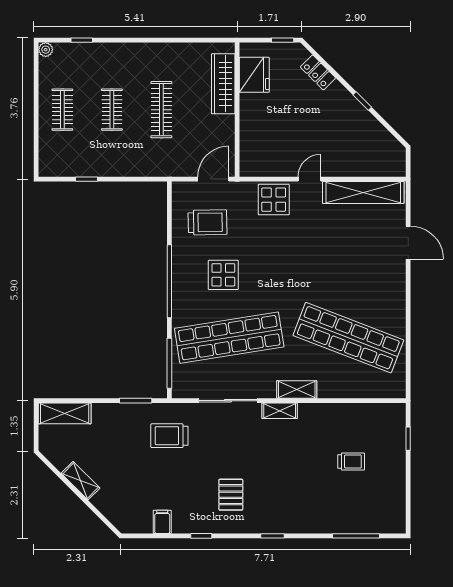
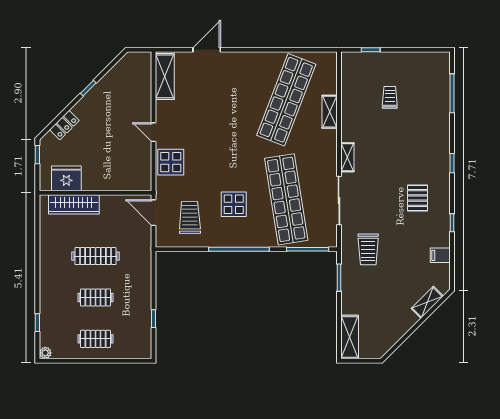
shelving: (363, 192) -> (165, 76), width x0.68
shelving: (297, 390) -> (330, 112), moved
shelving: (80, 481) -> (427, 302), moved
pallet: (231, 495) -> (417, 198), turned 90

